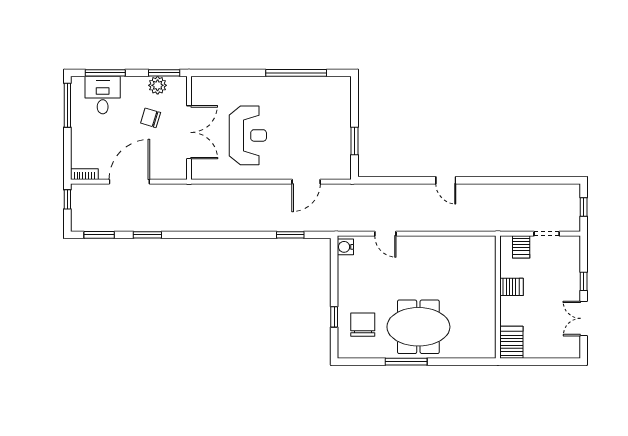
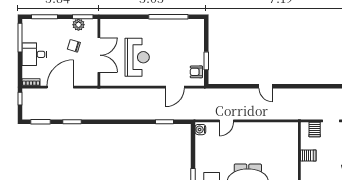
desk: (103, 95) -> (34, 54), moved, turned -90
armchair: (339, 158) -> (196, 72), added
door: (385, 234) -> (226, 121), hinge flipped

